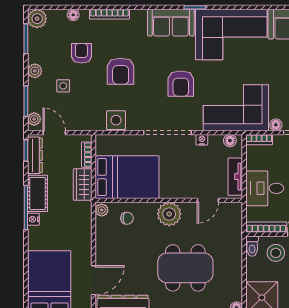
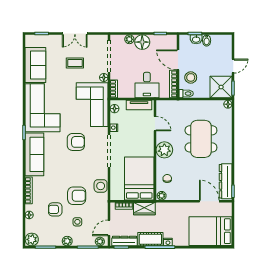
sofa: (171, 23) -> (34, 154), width x1.36
armchair: (121, 71) -> (77, 196), moved

